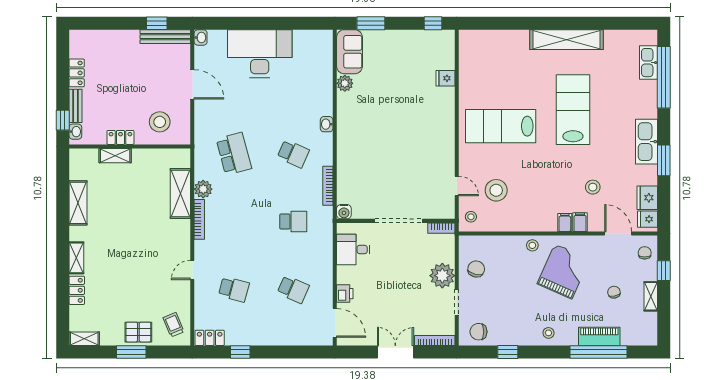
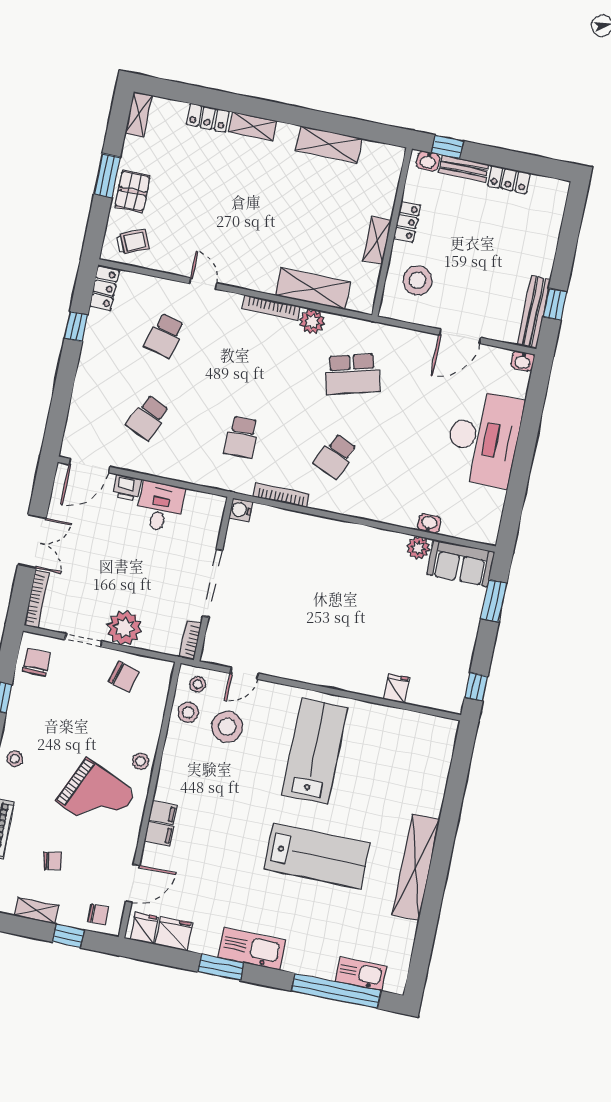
washbasin: (327, 124) -> (429, 524), moved
shelving: (115, 156) -> (377, 240), moved
stool: (593, 187) -> (188, 712), moved
desk: (353, 249) -> (160, 507), moved

